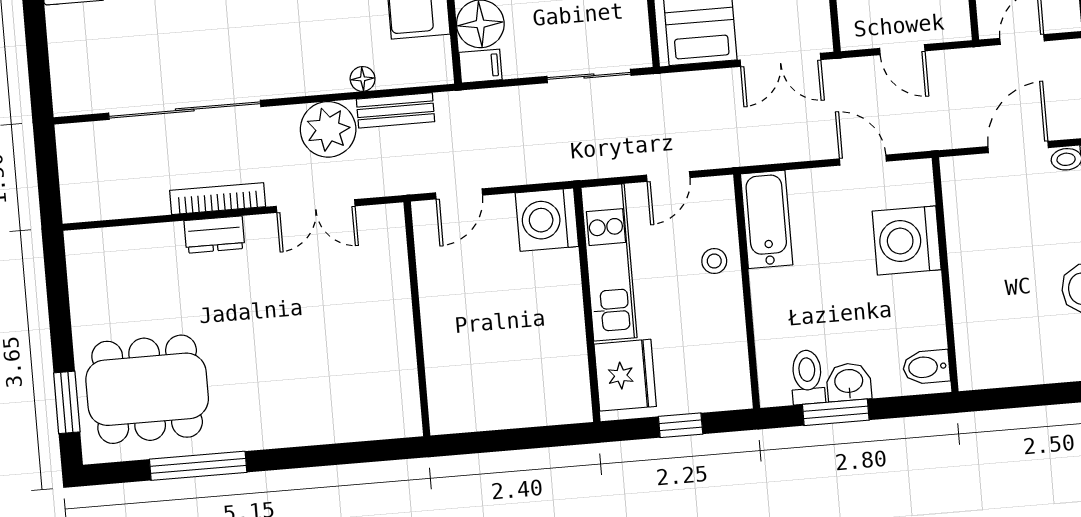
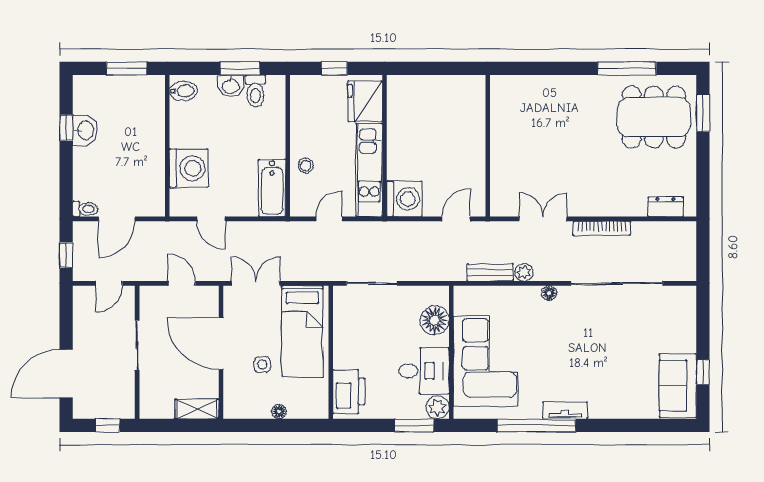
filing cabinet: (480, 66) -> (437, 295), removed
floor lamp: (363, 79) -> (549, 293), moved
plant: (328, 129) -> (524, 272), width x0.53, depth x0.53
dresser: (214, 235) -> (666, 207), moved
window: (1023, 397) -> (127, 68), added

